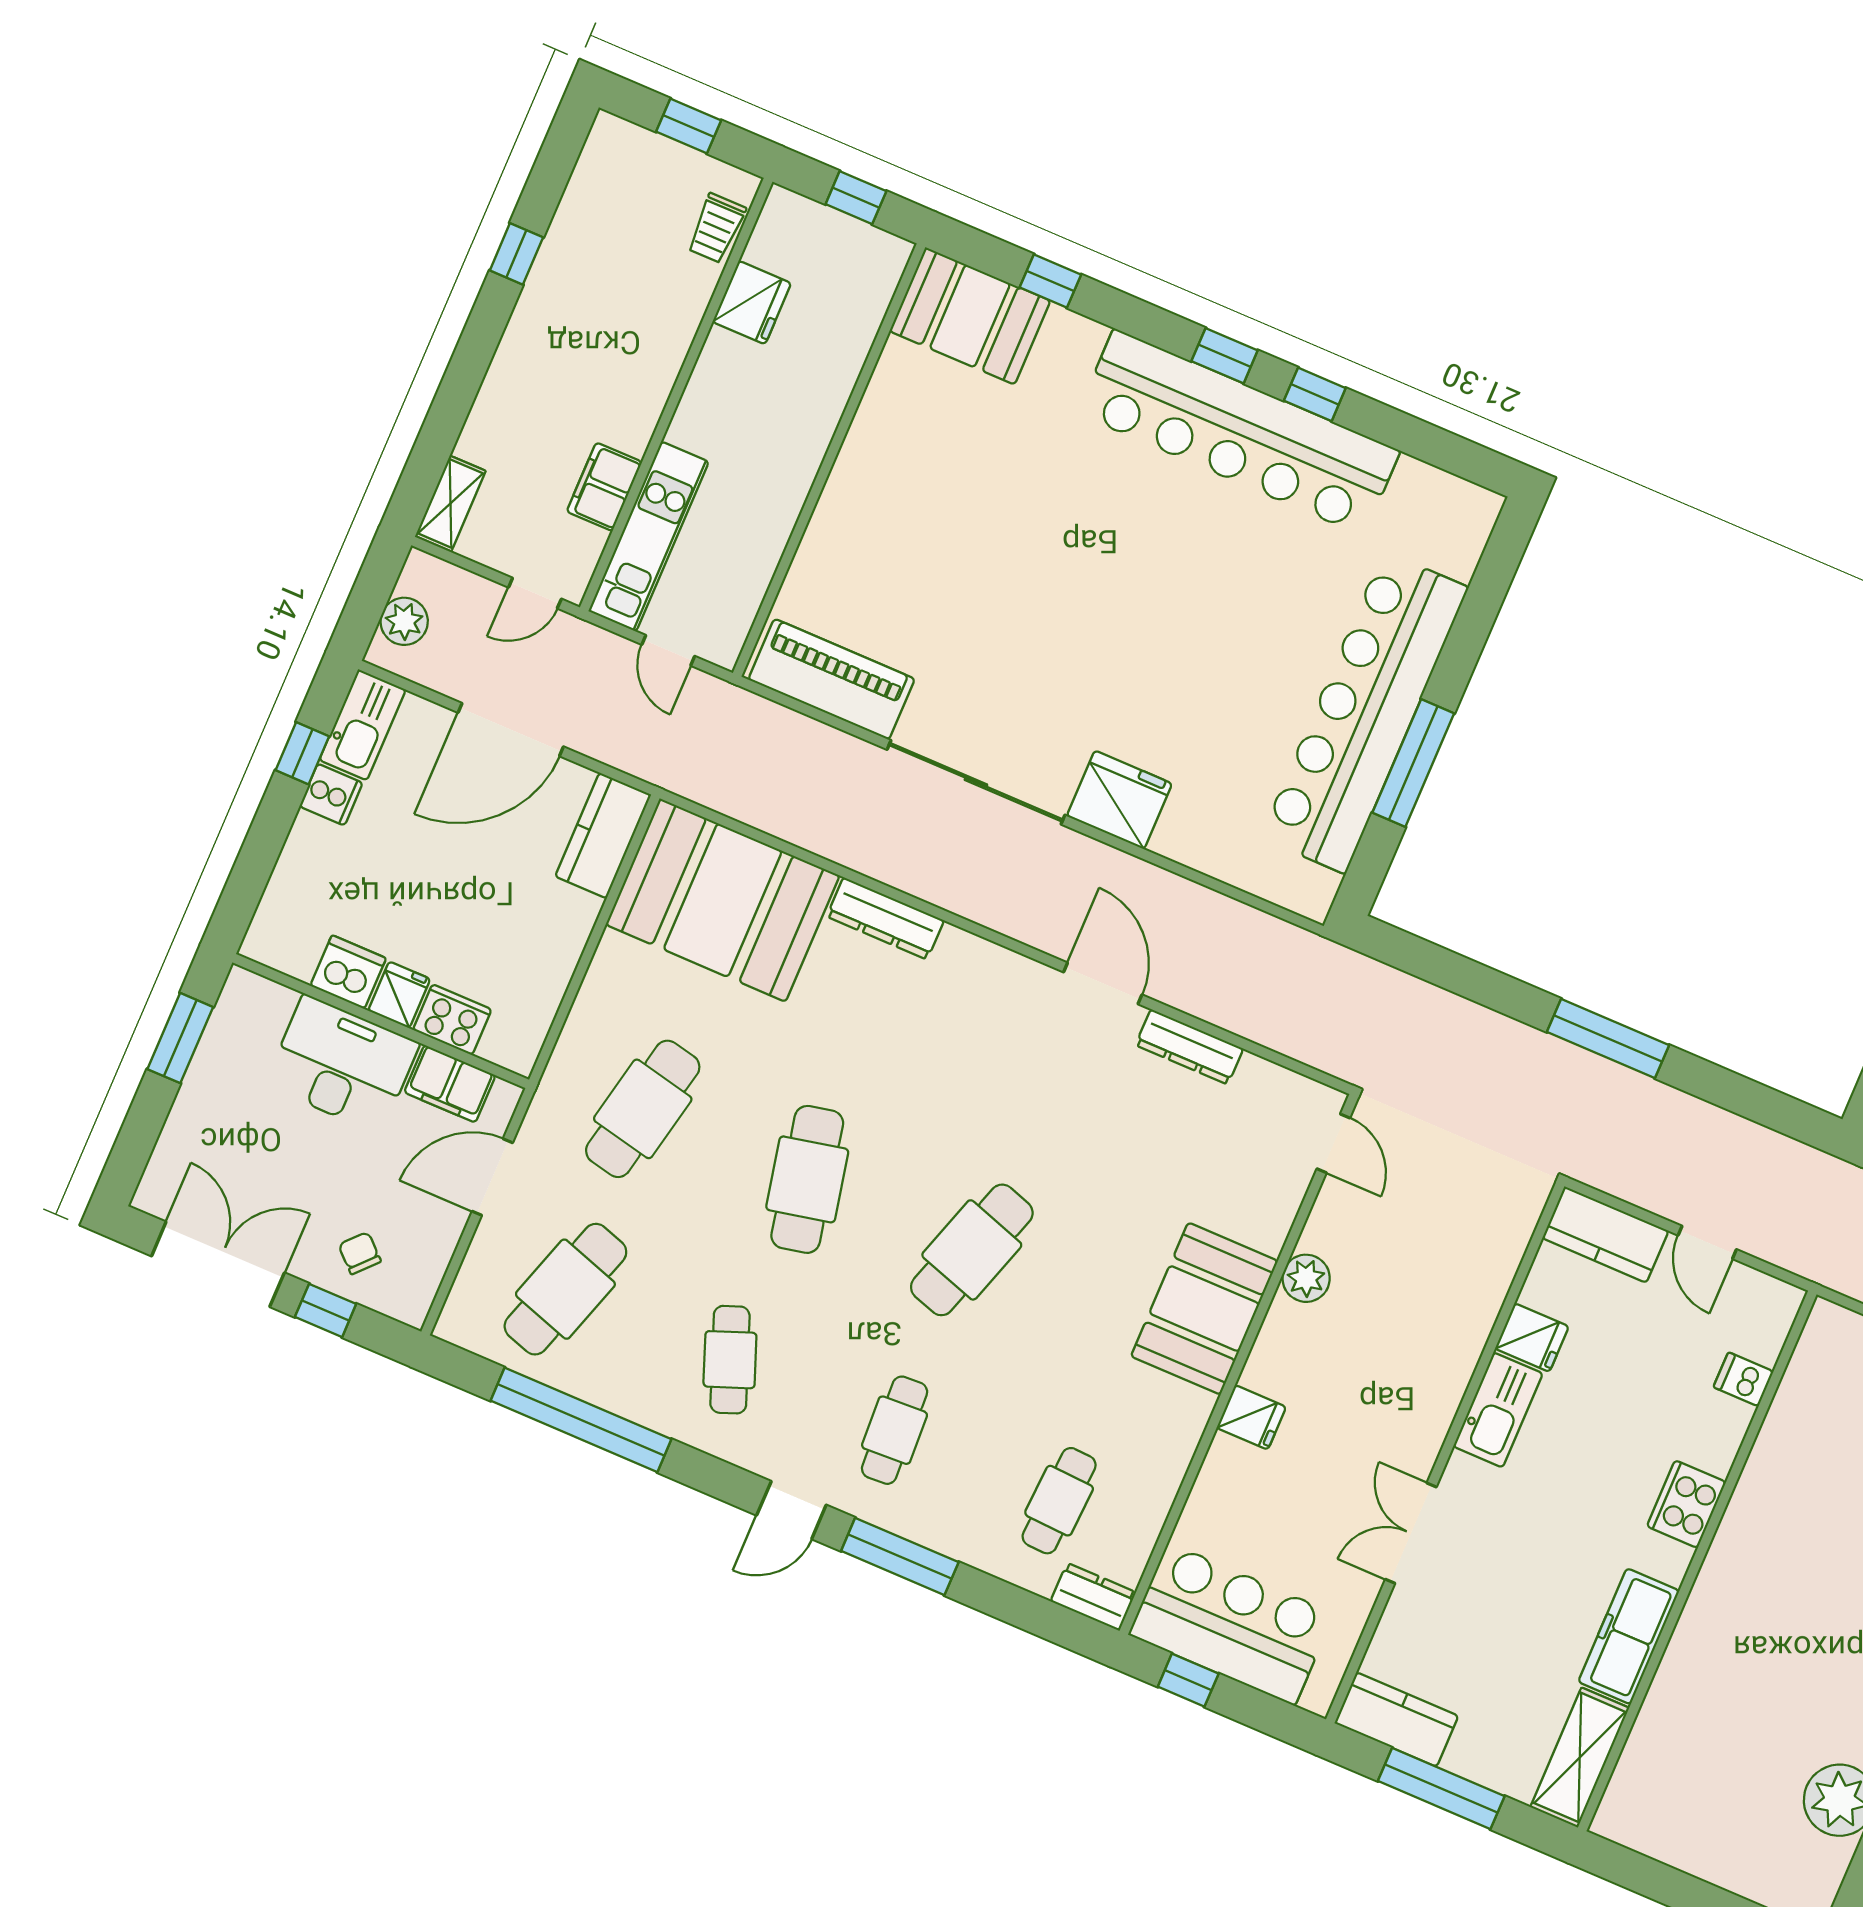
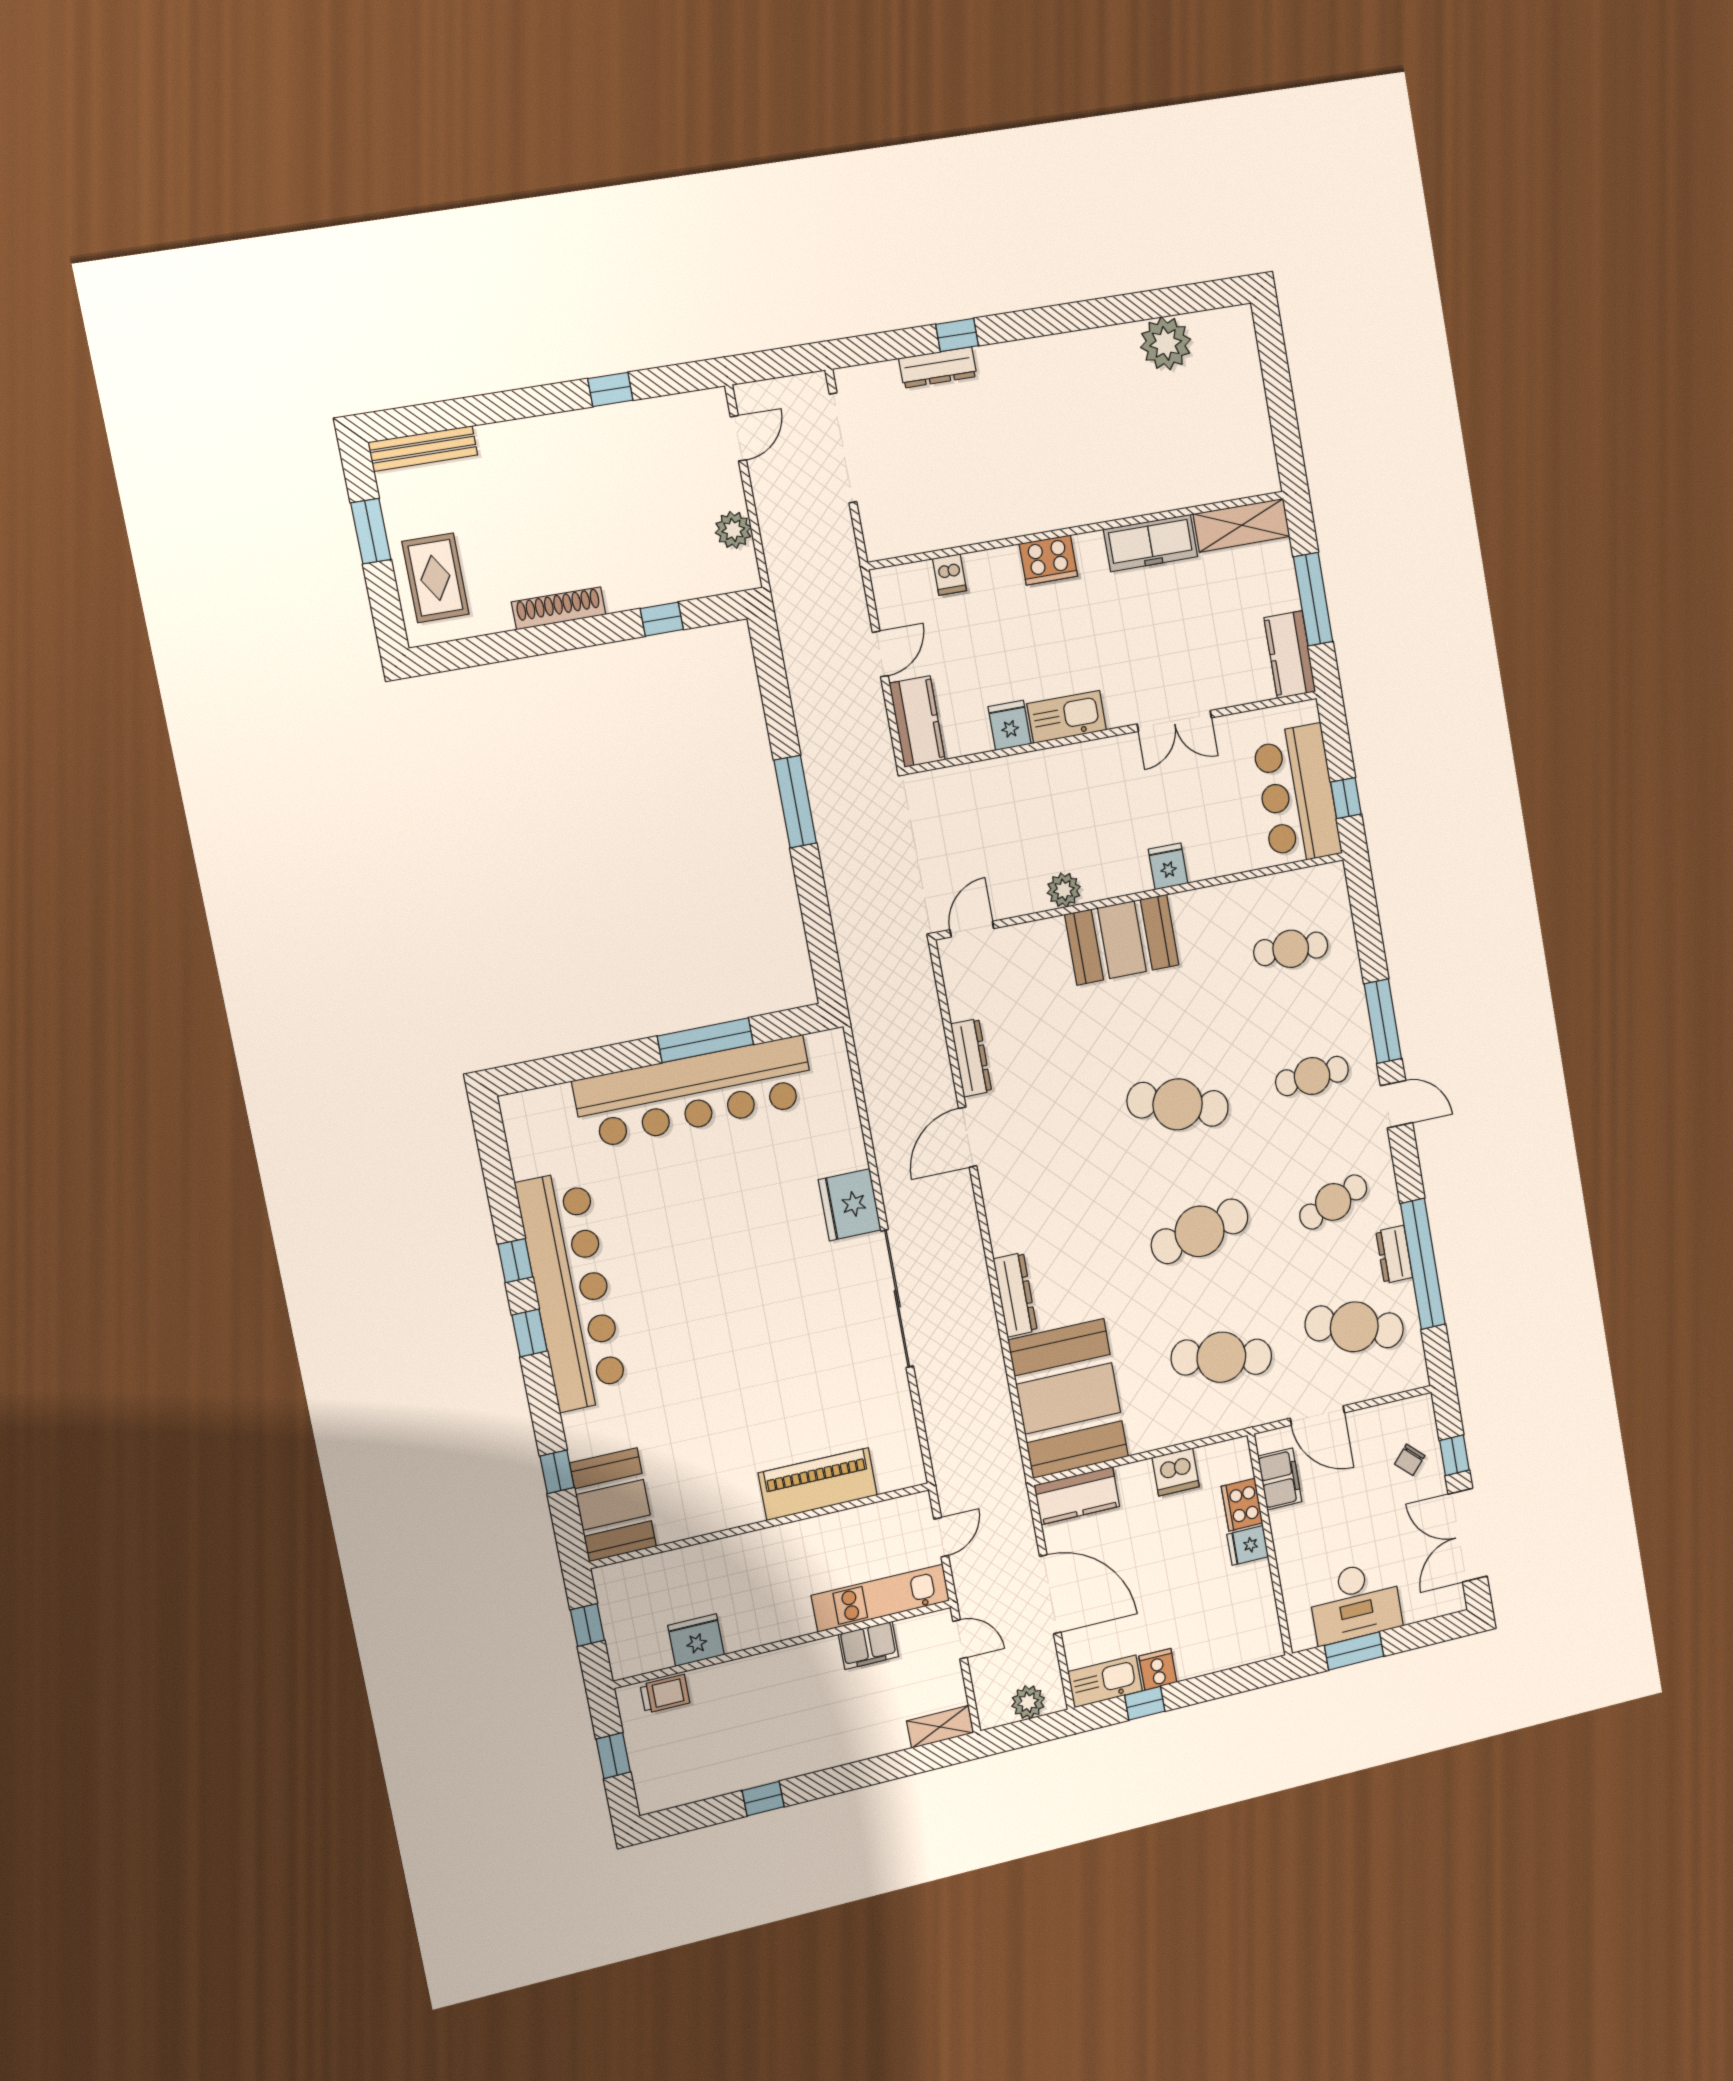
piano: (832, 679) -> (818, 1484), moved, turned 90
dishwasher: (348, 972) -> (1176, 1472), moved, turned -90
desk: (342, 1064) -> (1355, 1602), moved, turned -90
dresser: (1093, 1597) -> (1394, 1254), moved

